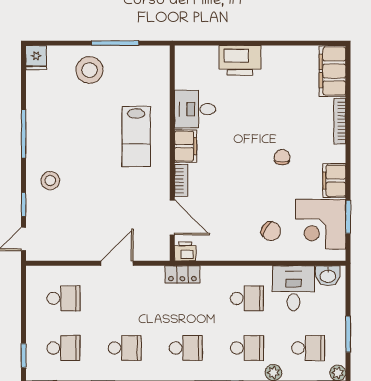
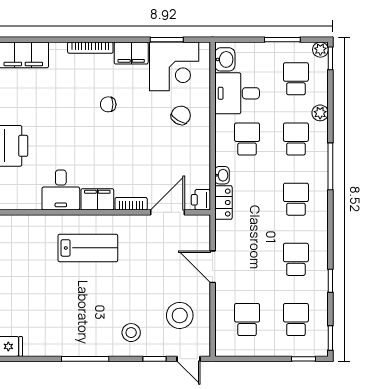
stool: (90, 70) -> (180, 315), moved
bookcase: (340, 121) -> (90, 48), moved
washbasin: (210, 273) -> (222, 175), added

